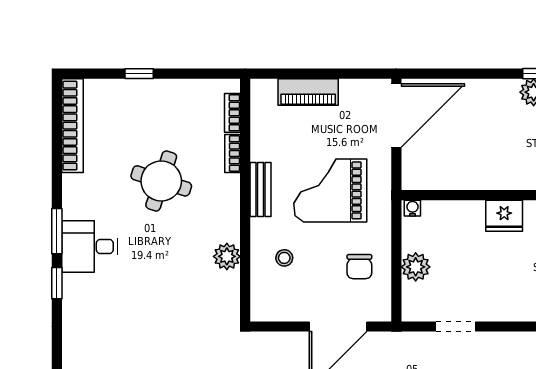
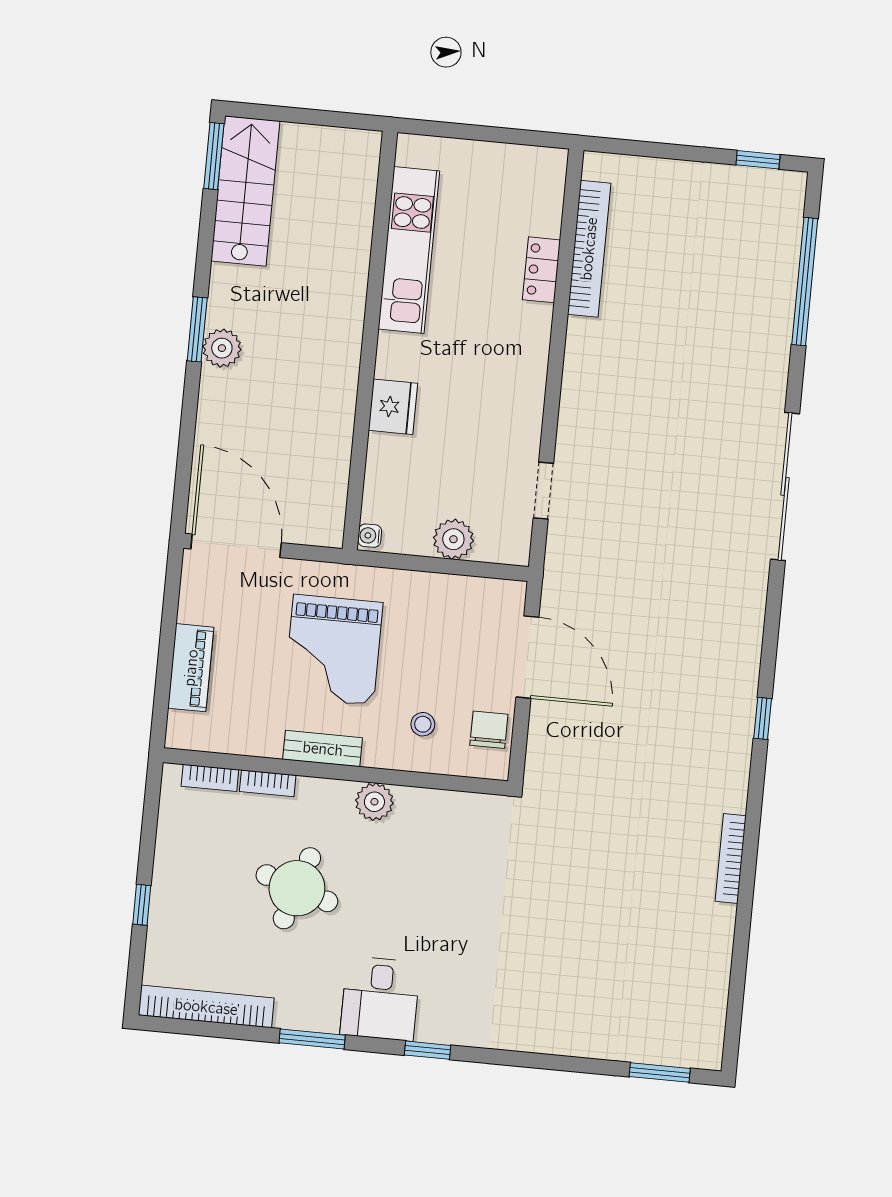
window: (57, 231) -> (312, 1039), moved
plant: (227, 256) -> (374, 802), moved
chair: (359, 267) -> (489, 730), moved, turned -90

